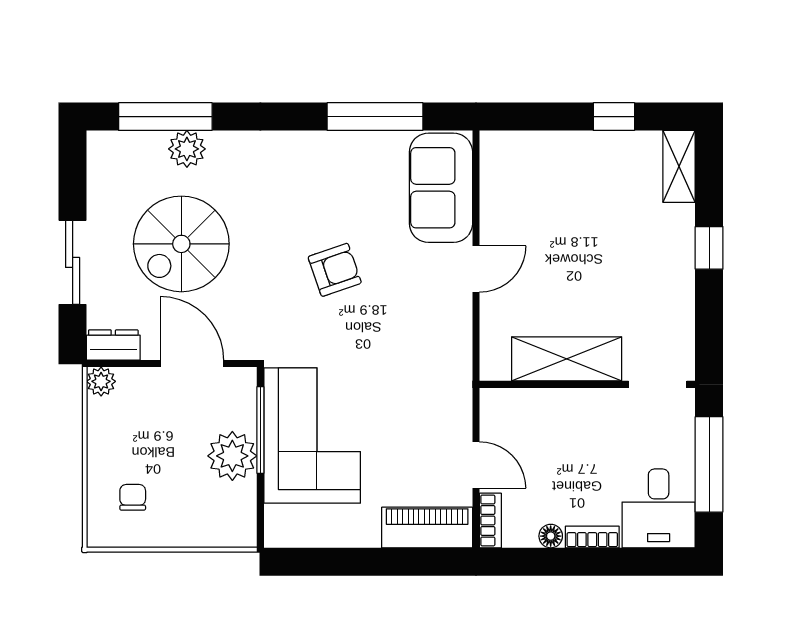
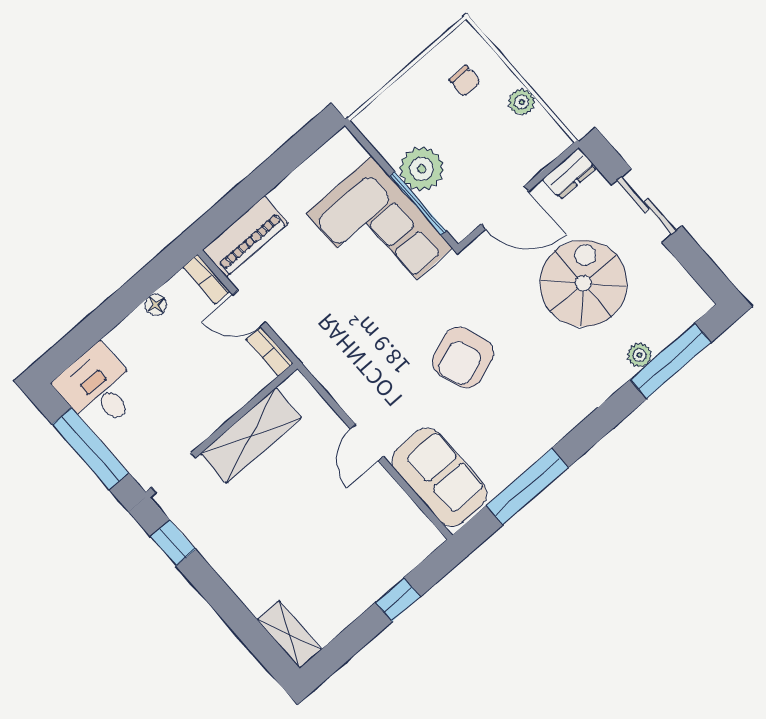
window: (614, 117) -> (398, 600), moved
plant: (187, 149) -> (639, 355), width x0.73, depth x0.73
window: (709, 248) -> (173, 543), moved
armchair: (335, 270) -> (463, 357), width x1.38, depth x1.38
plant: (101, 381) -> (522, 102), moved
bookcase: (592, 537) -> (270, 351), moved, turned 90

